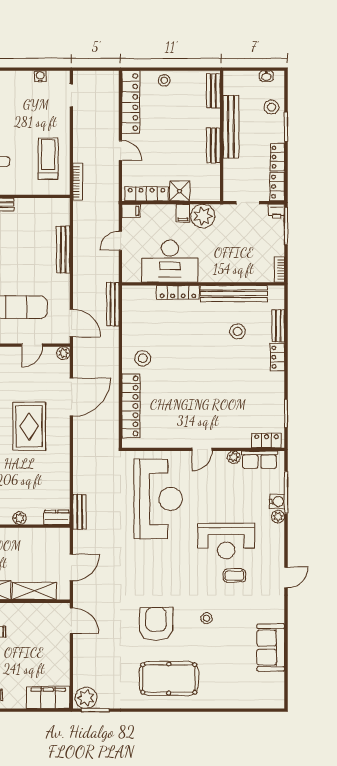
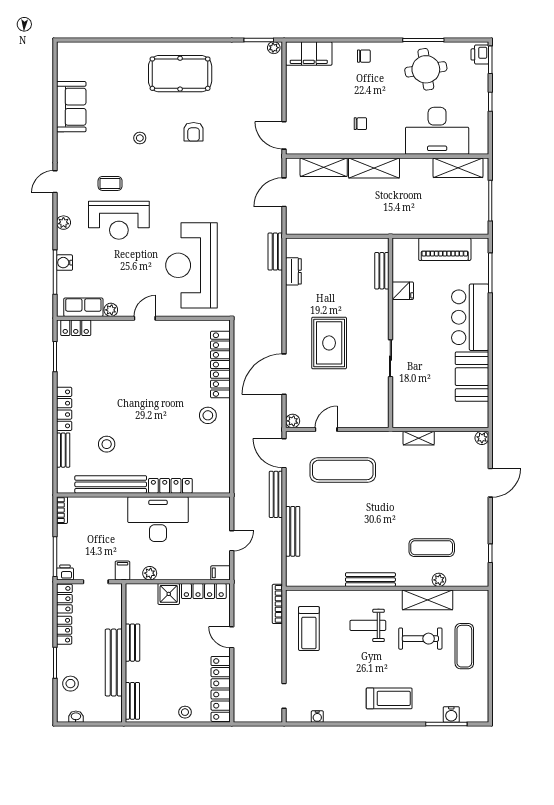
filing cabinet: (183, 213) -> (122, 570), moved
plant: (203, 216) -> (150, 573), width x0.53, depth x0.53
desk: (170, 261) -> (158, 519), moved
bench: (113, 304) -> (276, 494), moved
locker: (277, 357) -> (64, 409), width x1.53
dresser: (57, 517) -> (293, 271), moved, turned -90
plant: (278, 517) -> (63, 223), moved
plant: (20, 518) -> (339, 245), removed
reception desk: (226, 541) -> (119, 220), turned 180
armchair: (156, 624) -> (194, 132), width x0.53, depth x0.53
plant: (86, 698) -> (274, 48), width x0.53, depth x0.53

